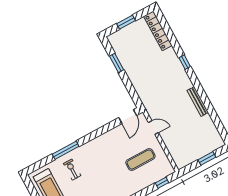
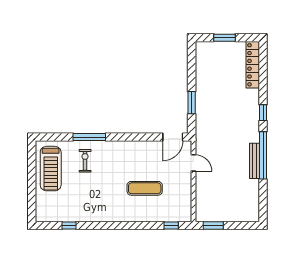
window: (117, 63) -> (192, 103), moved
window: (202, 94) -> (263, 155), added
window: (207, 158) -> (213, 225), moved
exercise mat: (140, 159) -> (145, 188), moved

